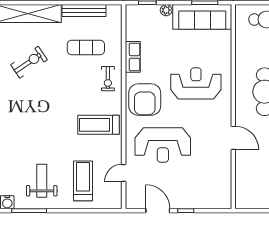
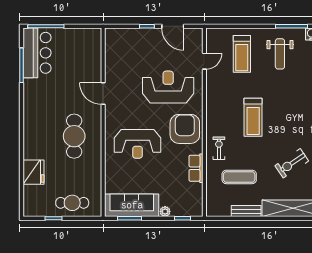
bench: (84, 11) -> (246, 211), width x0.73
treadmill: (99, 125) -> (253, 117), moved, turned 90

